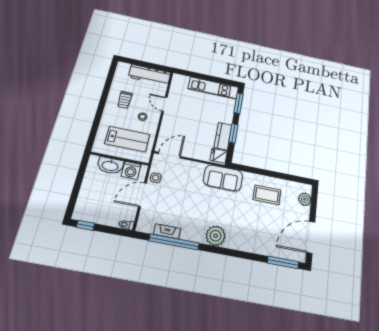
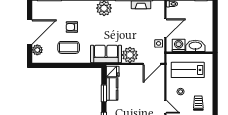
plant: (194, 171) -> (130, 55), added
armchair: (260, 219) -> (72, 27), added
door: (311, 237) -> (30, 32), moved

